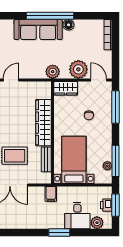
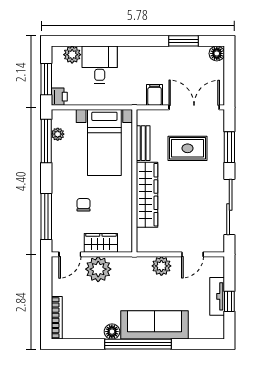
plant: (53, 72) -> (161, 266), moved
door: (99, 80) -> (70, 254), hinge flipped
wardrobe: (66, 88) -> (101, 243), moved
filing cabinet: (51, 194) -> (155, 95), moved
printer: (106, 205) -> (59, 97), moved
window: (59, 232) -> (184, 41), moved

